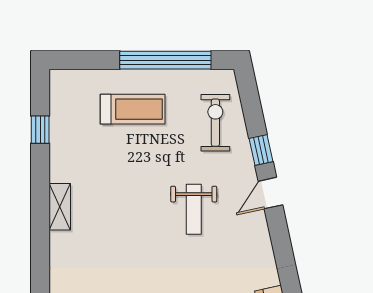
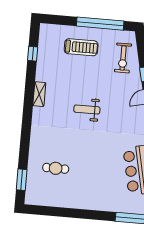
exercise bike: (215, 123) -> (123, 58), turned 180
weight bench: (194, 209) -> (87, 110), moved, turned 90

